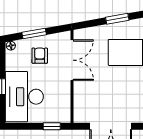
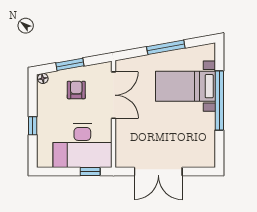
window: (117, 19) -> (166, 47), width x1.44
desk: (24, 97) -> (82, 146), moved, turned -90

